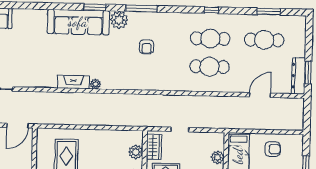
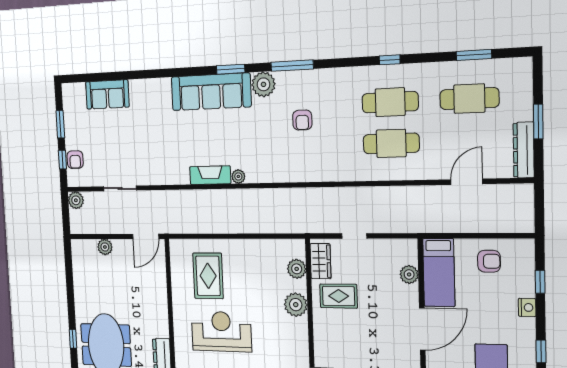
window: (308, 72) -> (538, 122), moved

